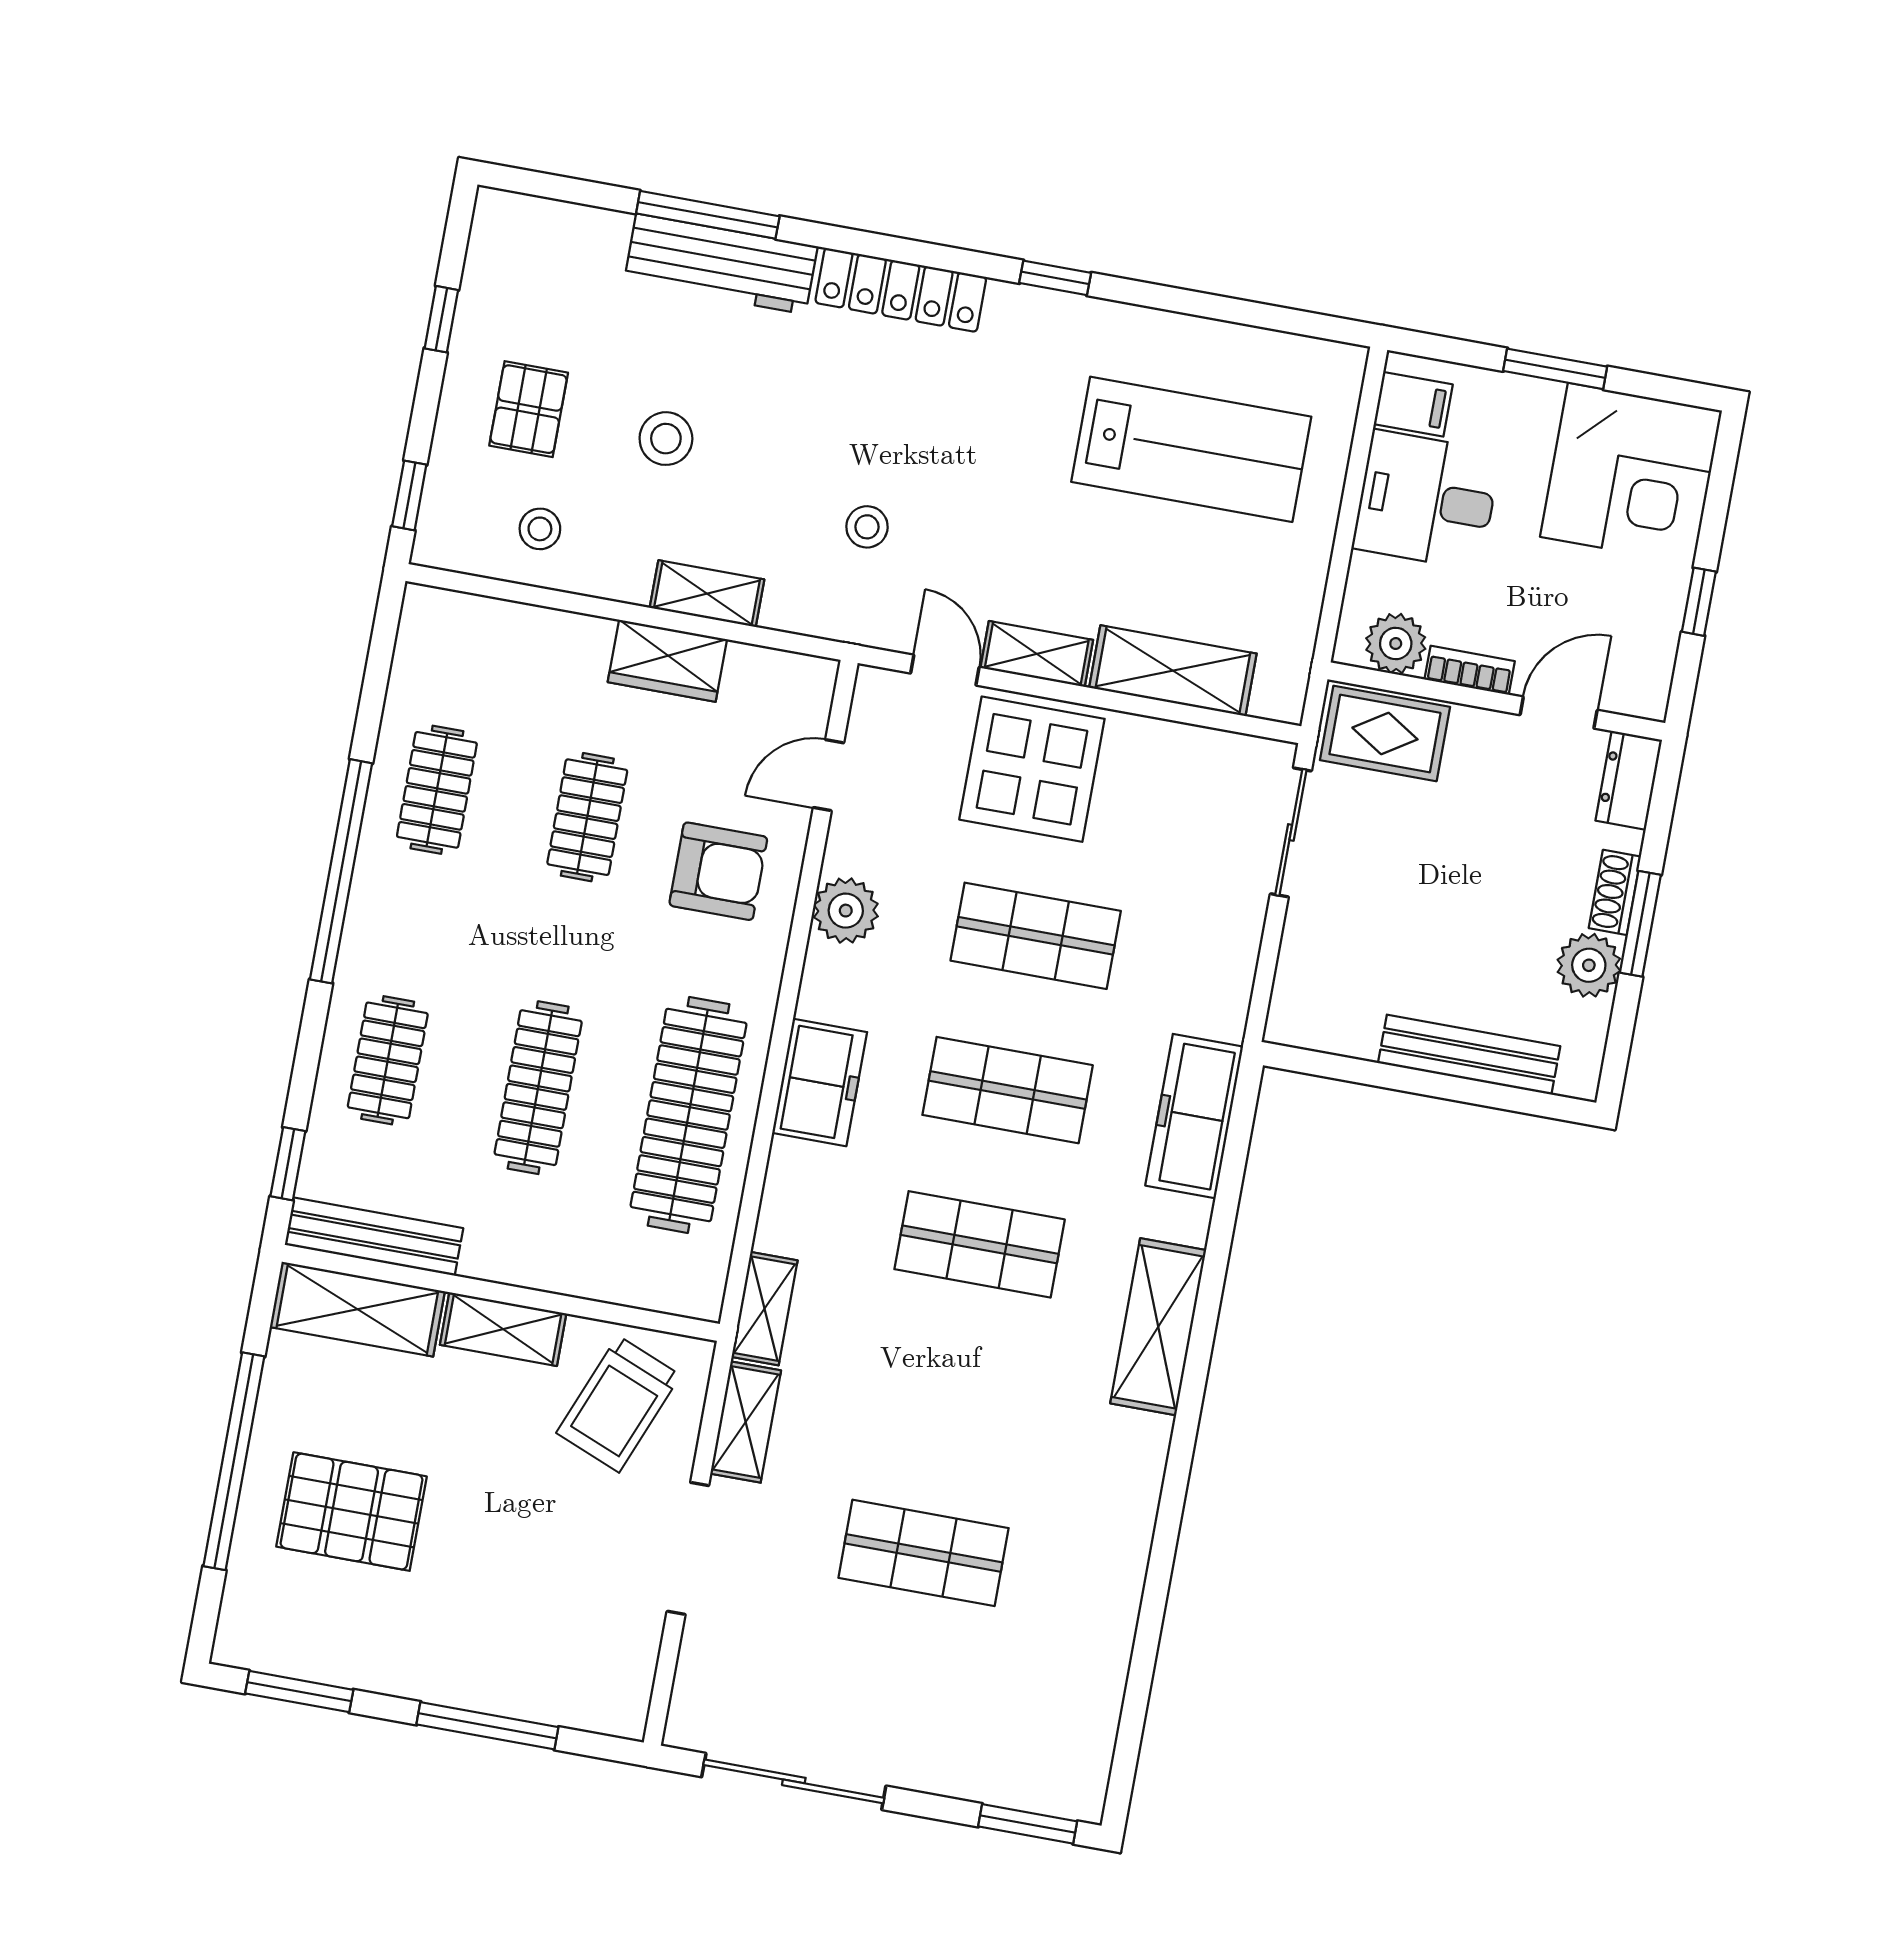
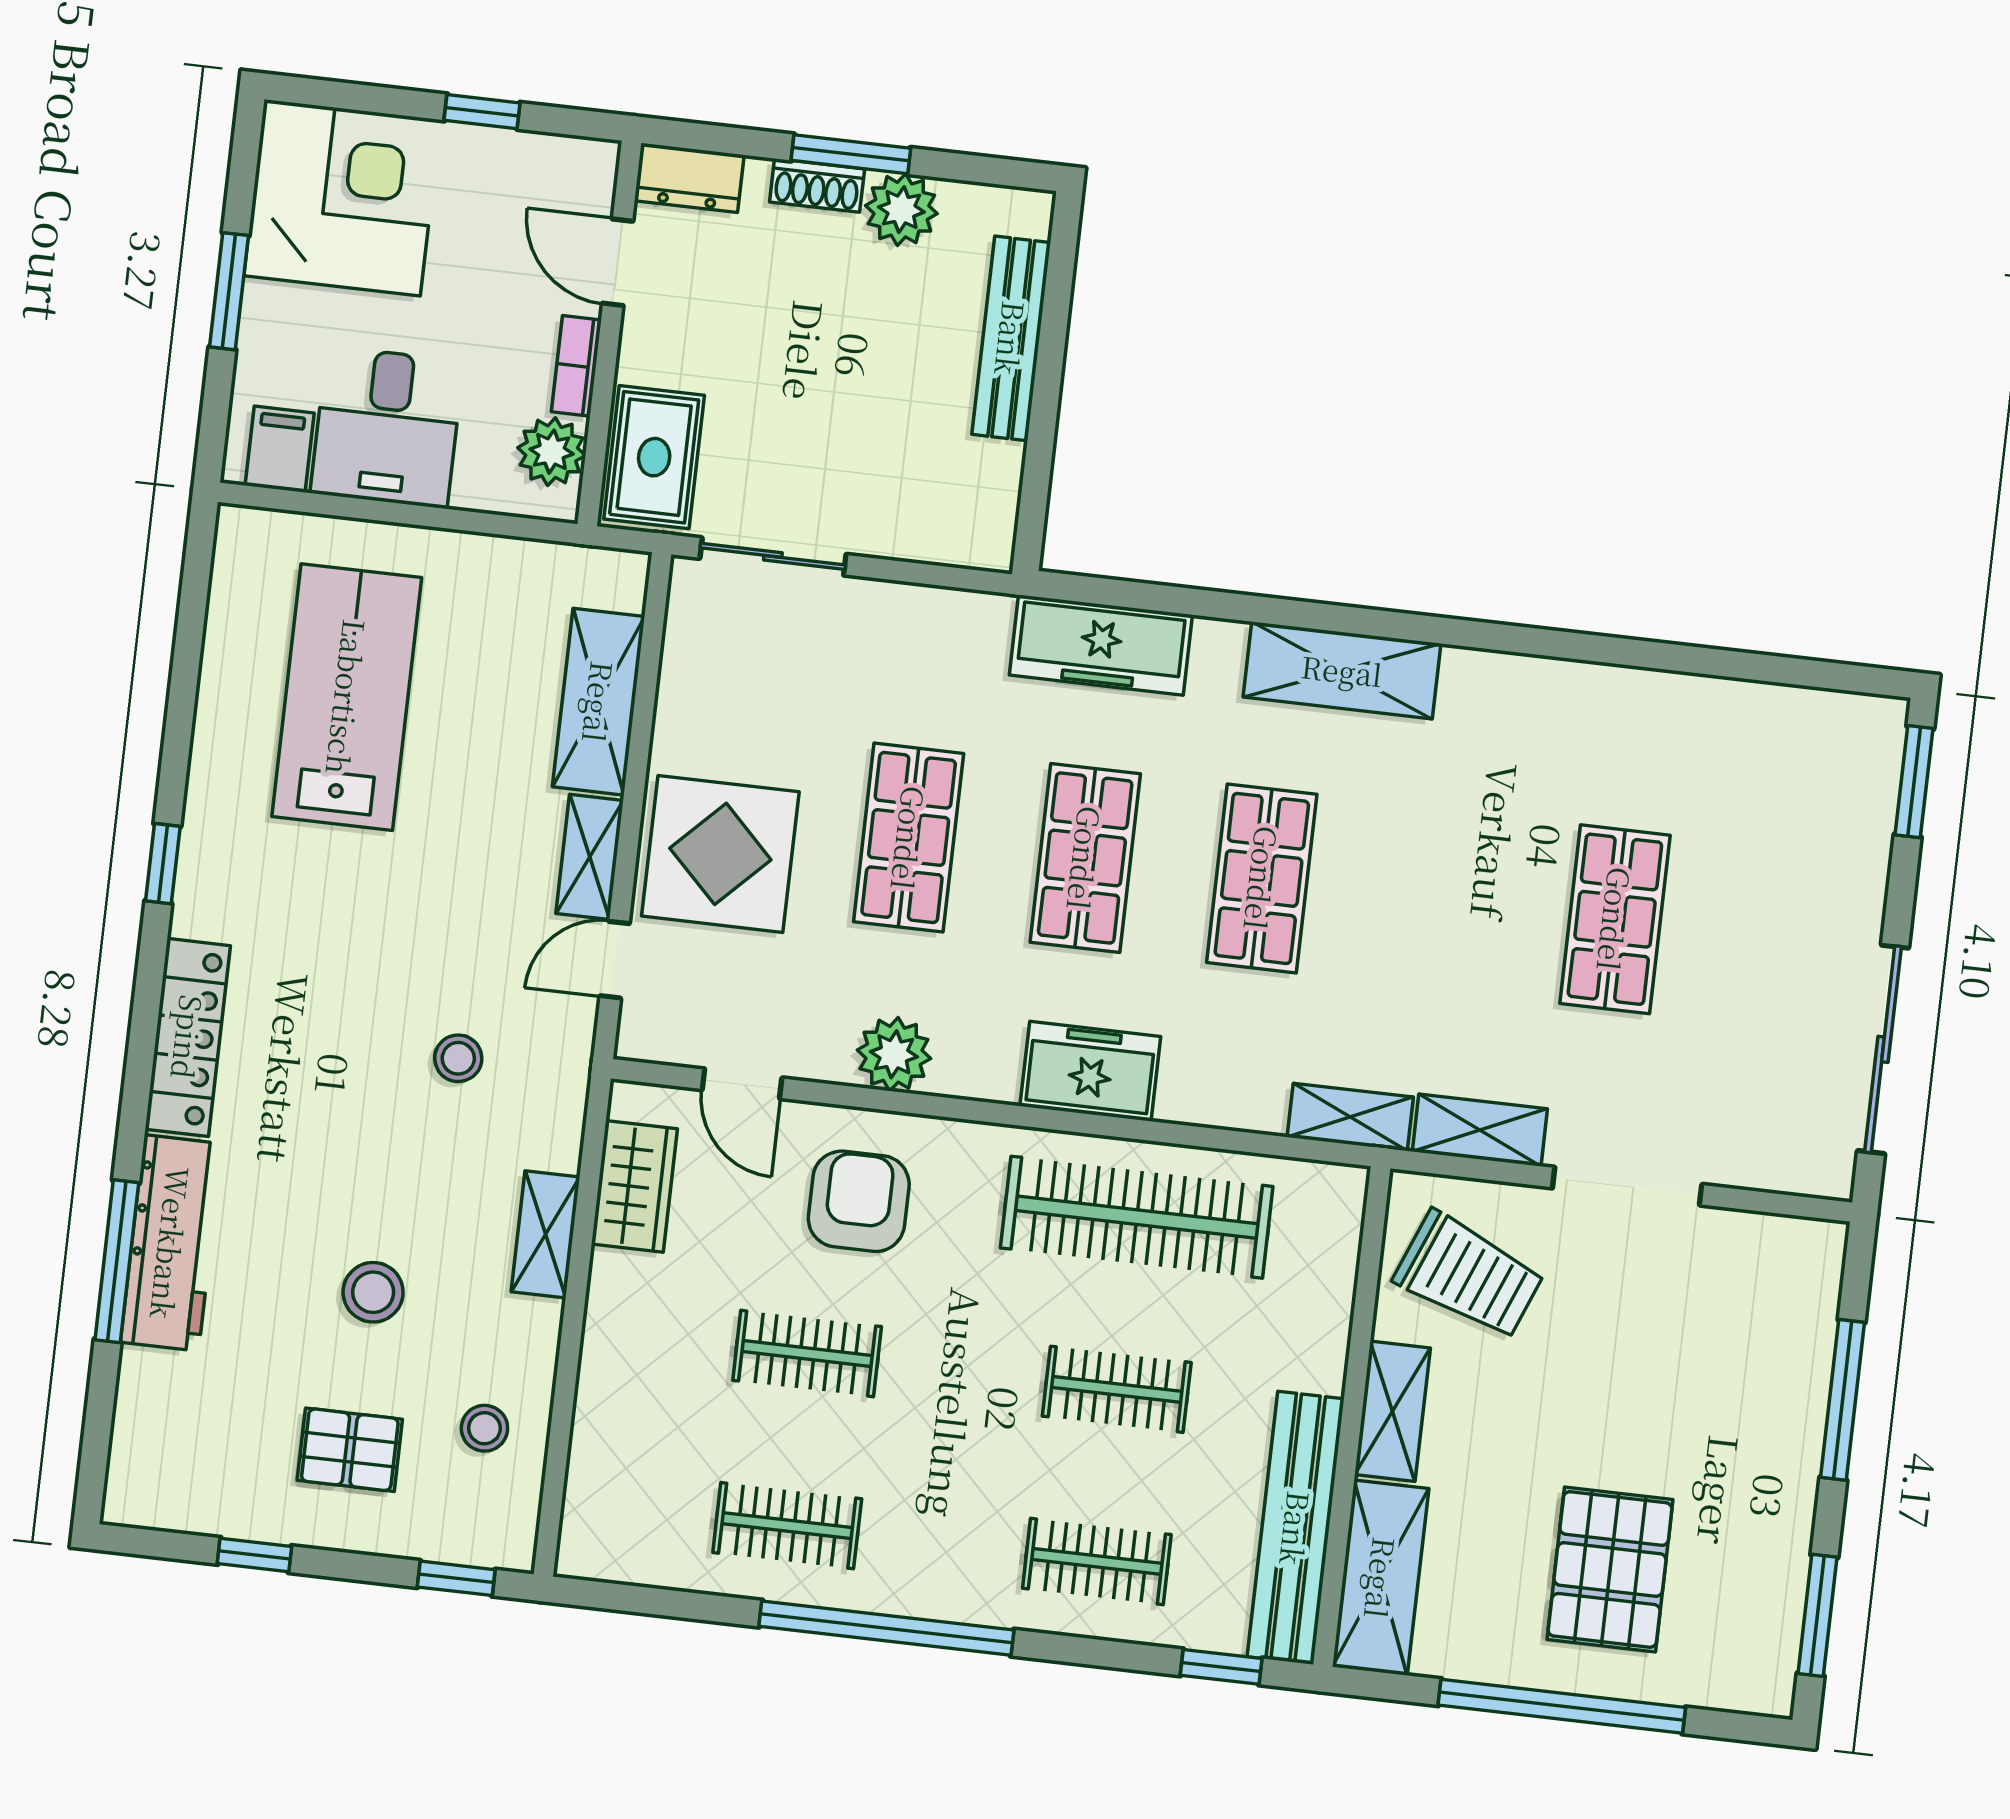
wardrobe: (667, 661) -> (634, 1186), moved
clothes rail: (538, 1088) -> (1117, 1389), width x0.73
bench: (374, 1237) -> (1296, 1528), width x1.37, depth x1.21

